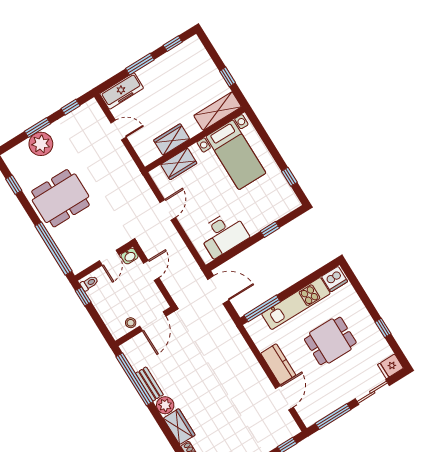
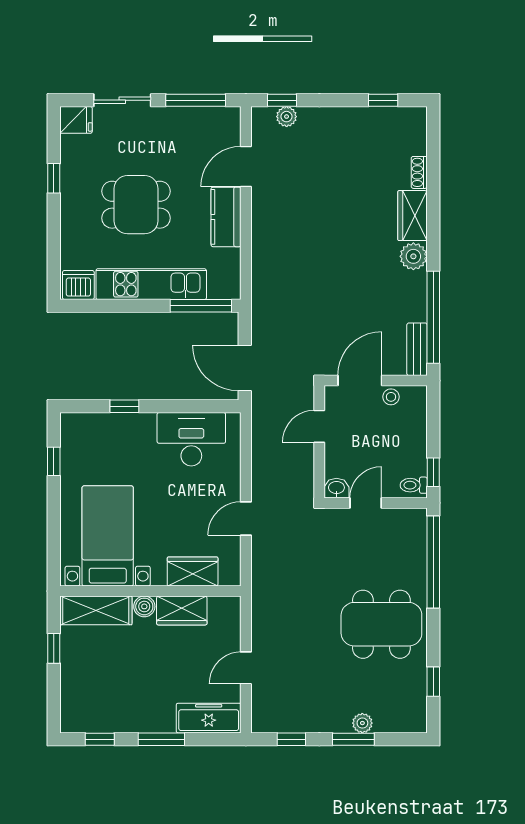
boiler: (193, 129) -> (144, 606), added
door: (118, 130) -> (246, 668), hinge flipped
plant: (41, 144) -> (362, 723), width x0.53, depth x0.53
door: (151, 270) -> (319, 426), moved
bench: (149, 384) -> (417, 349), moved
plant: (279, 438) -> (287, 117), added

